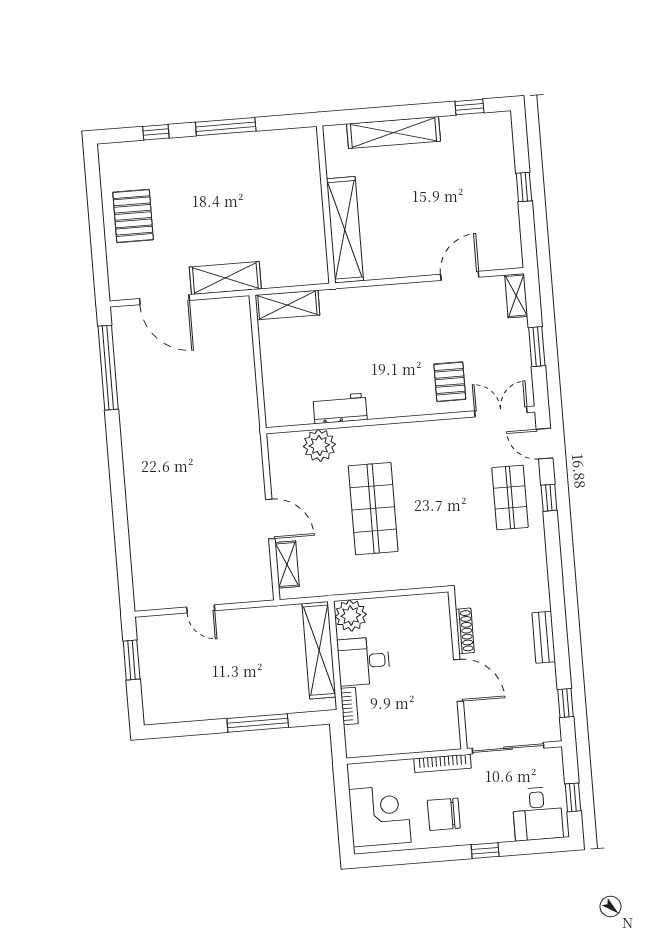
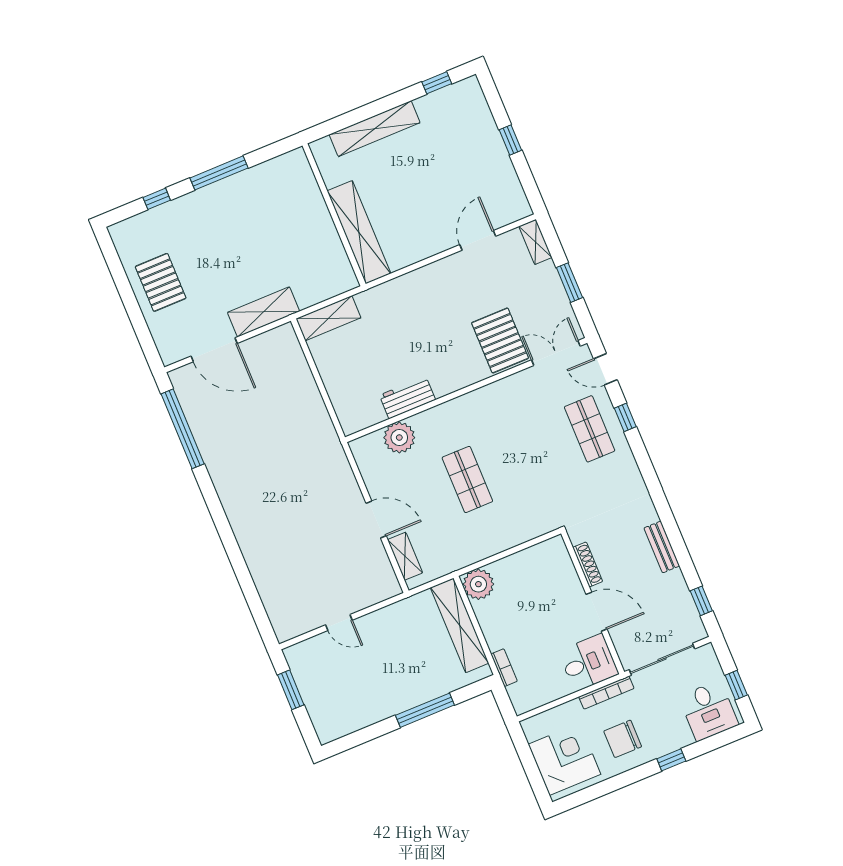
pallet: (450, 382) -> (500, 340), width x1.50, depth x1.42
shop shelf: (373, 509) -> (467, 479), width x0.70, depth x0.74
desk: (364, 661) -> (588, 662), moved, turned 180

